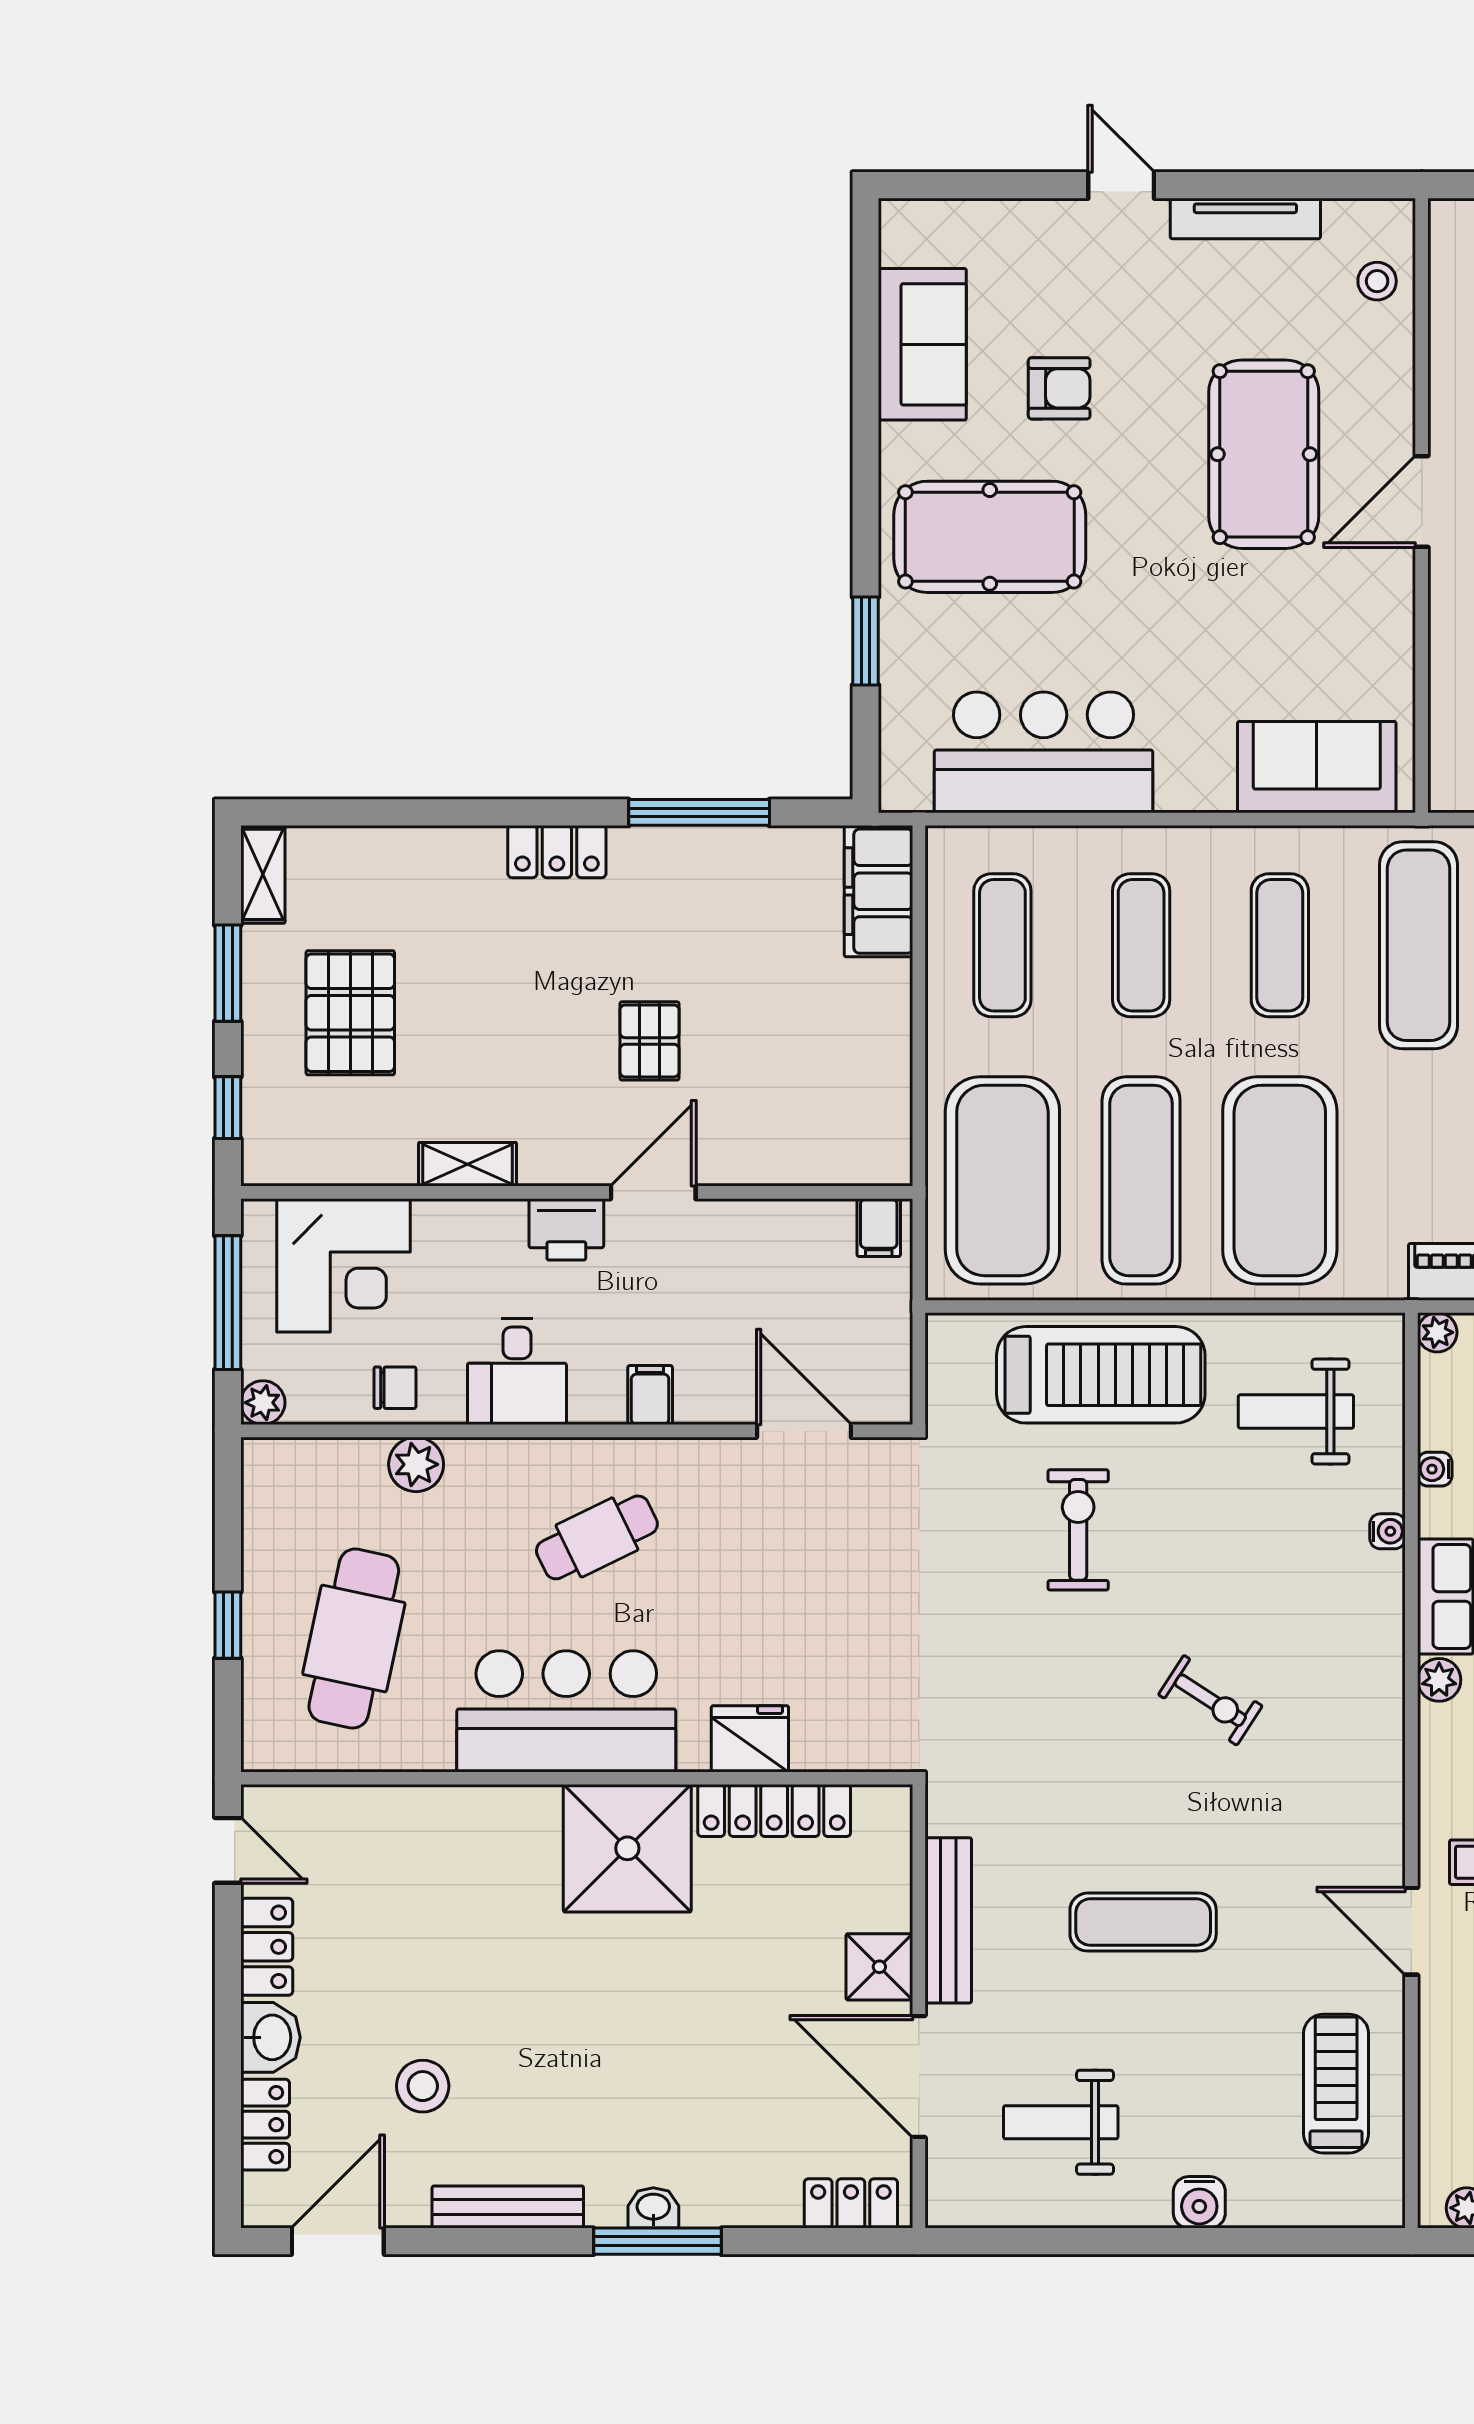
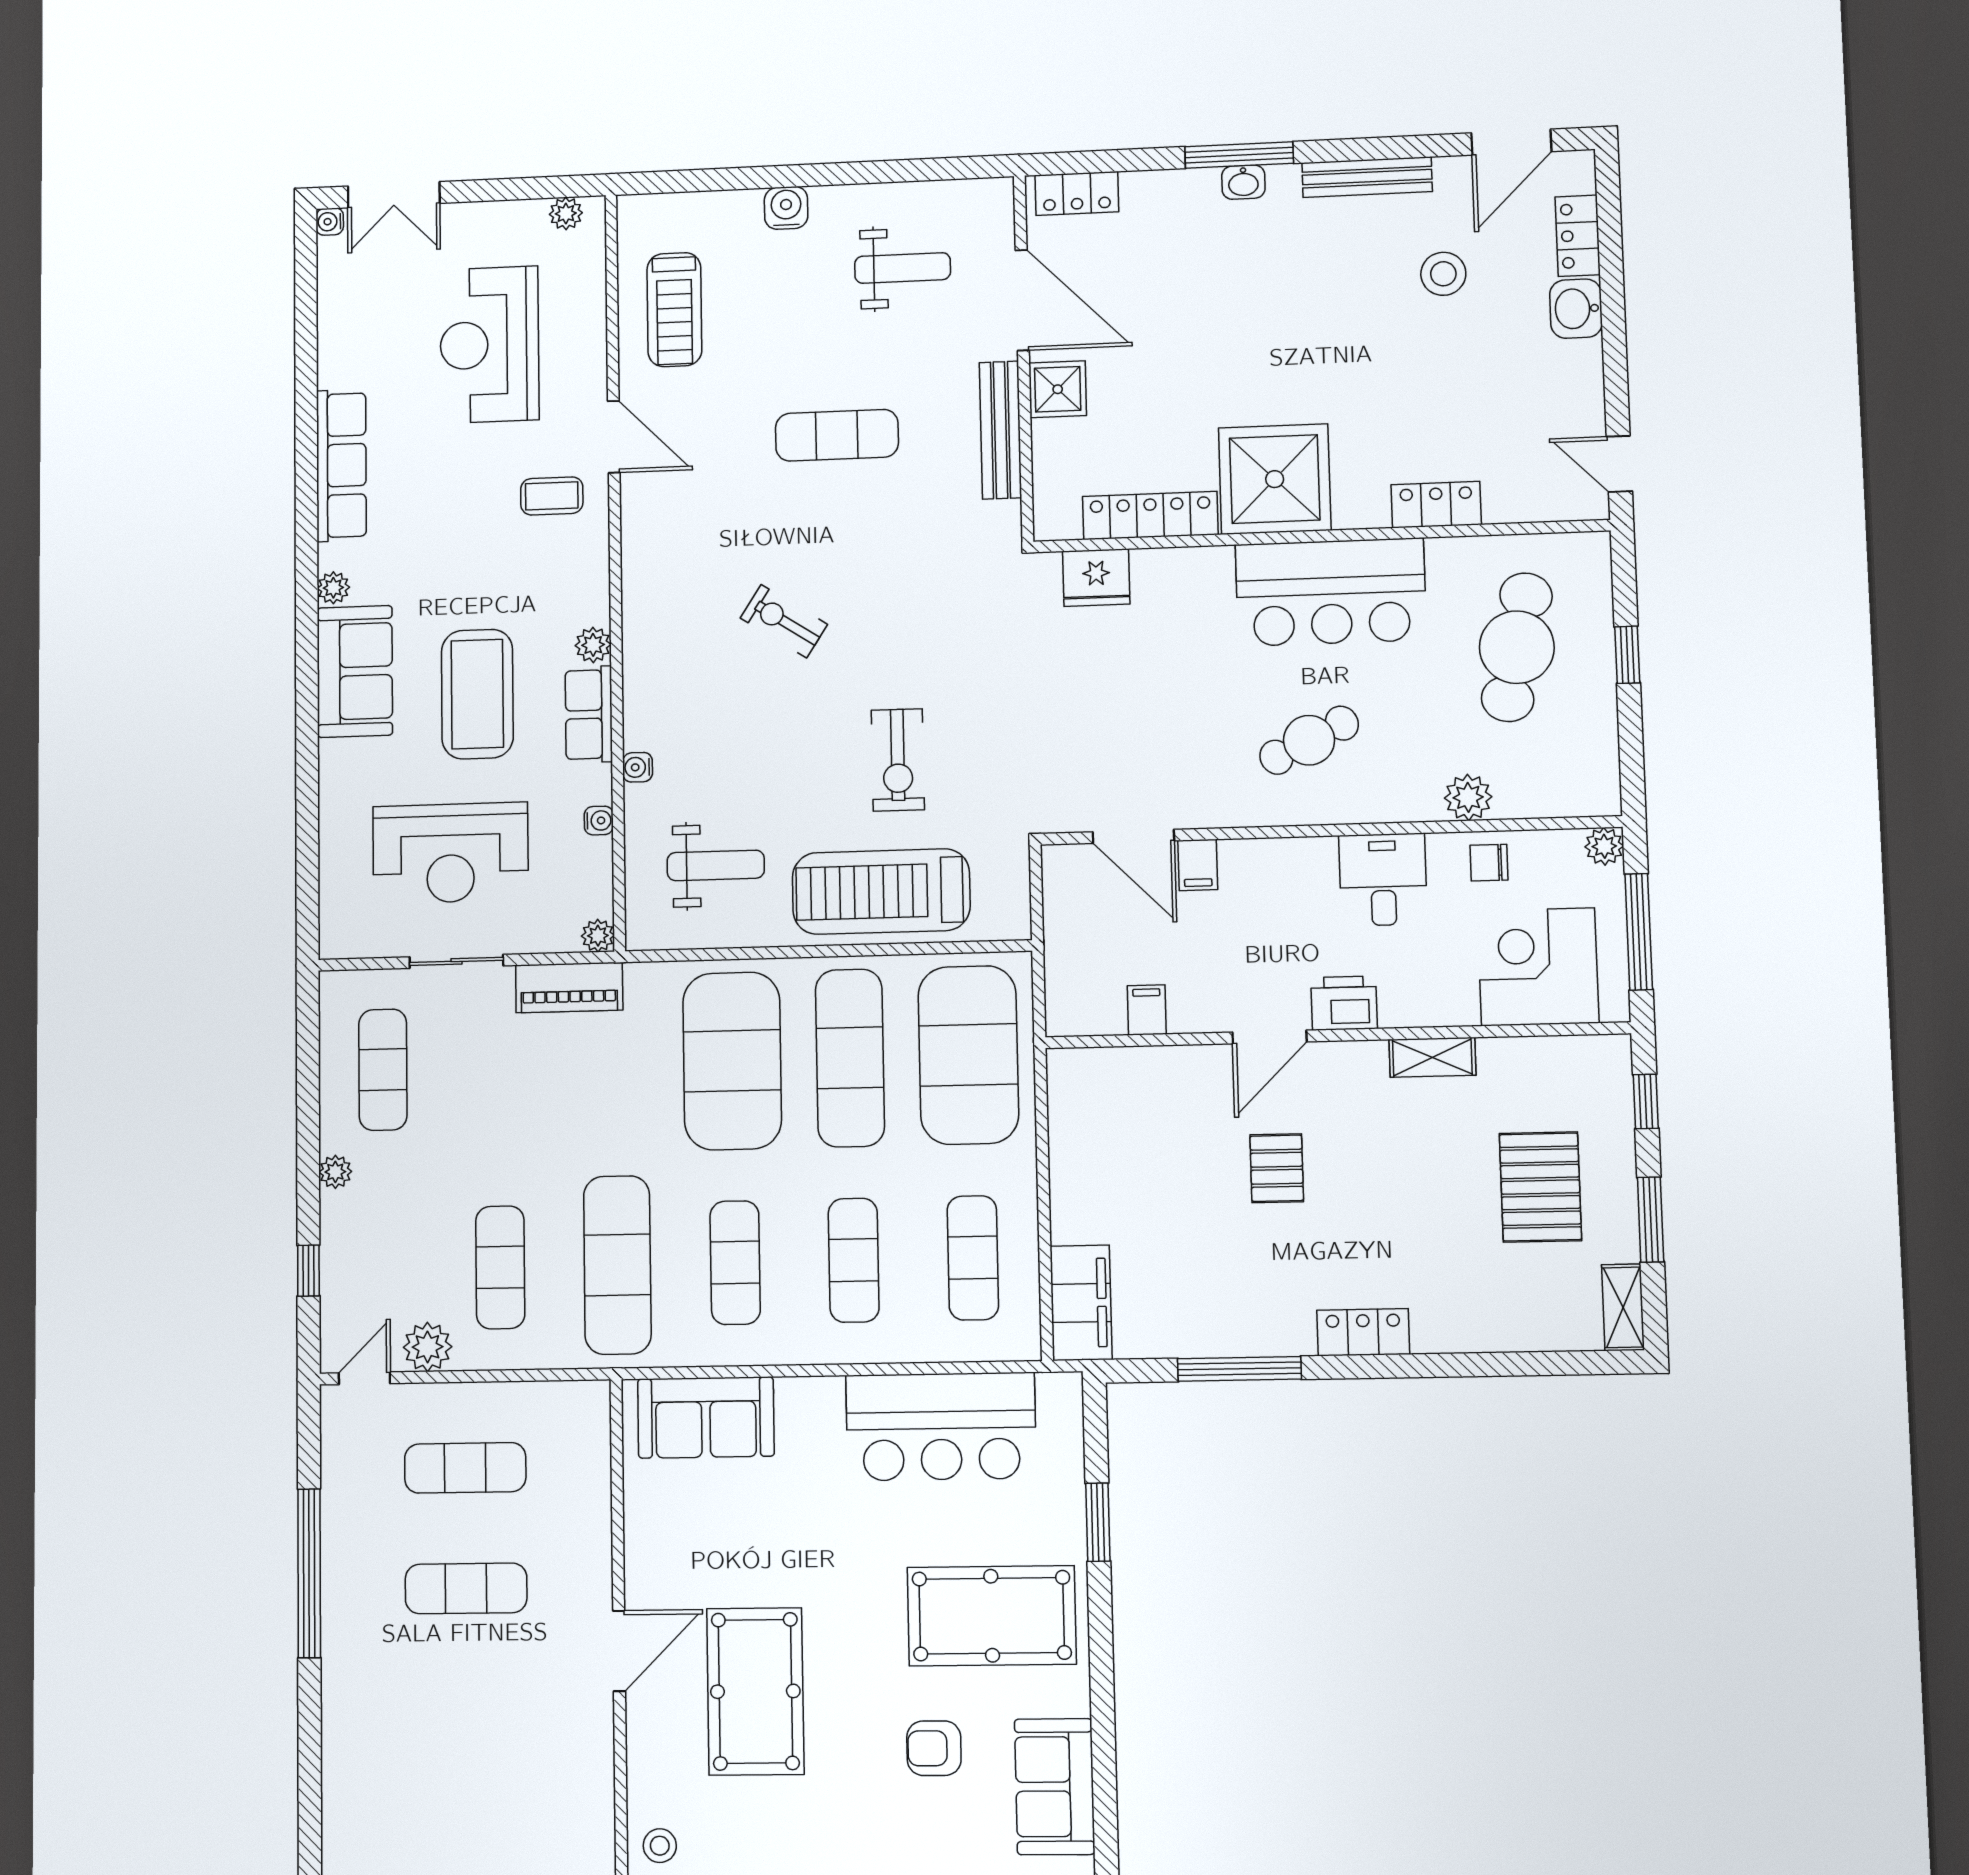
filing cabinet: (879, 1228) -> (1147, 1010), moved
filing cabinet: (650, 1395) -> (1198, 865), moved
fridge: (750, 1739) -> (1096, 578), moved
locker: (267, 1947) -> (1436, 505), moved, turned 90

